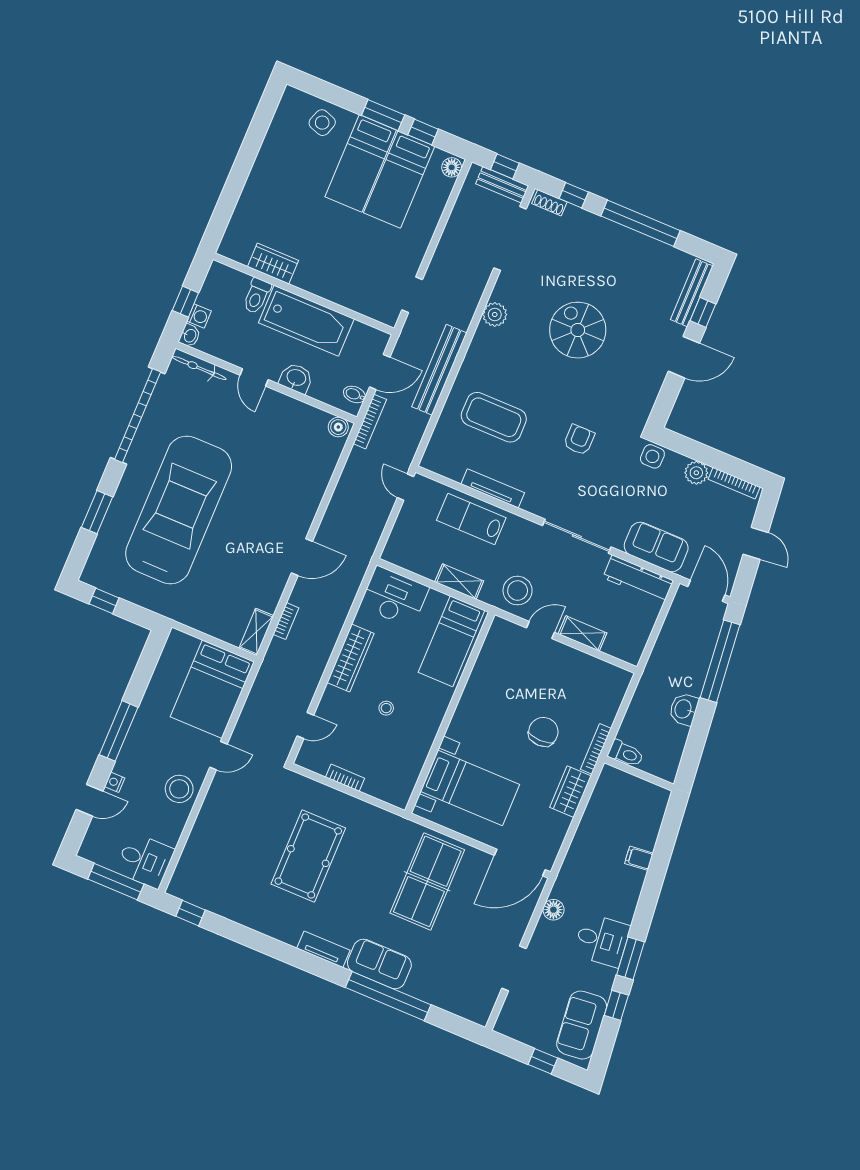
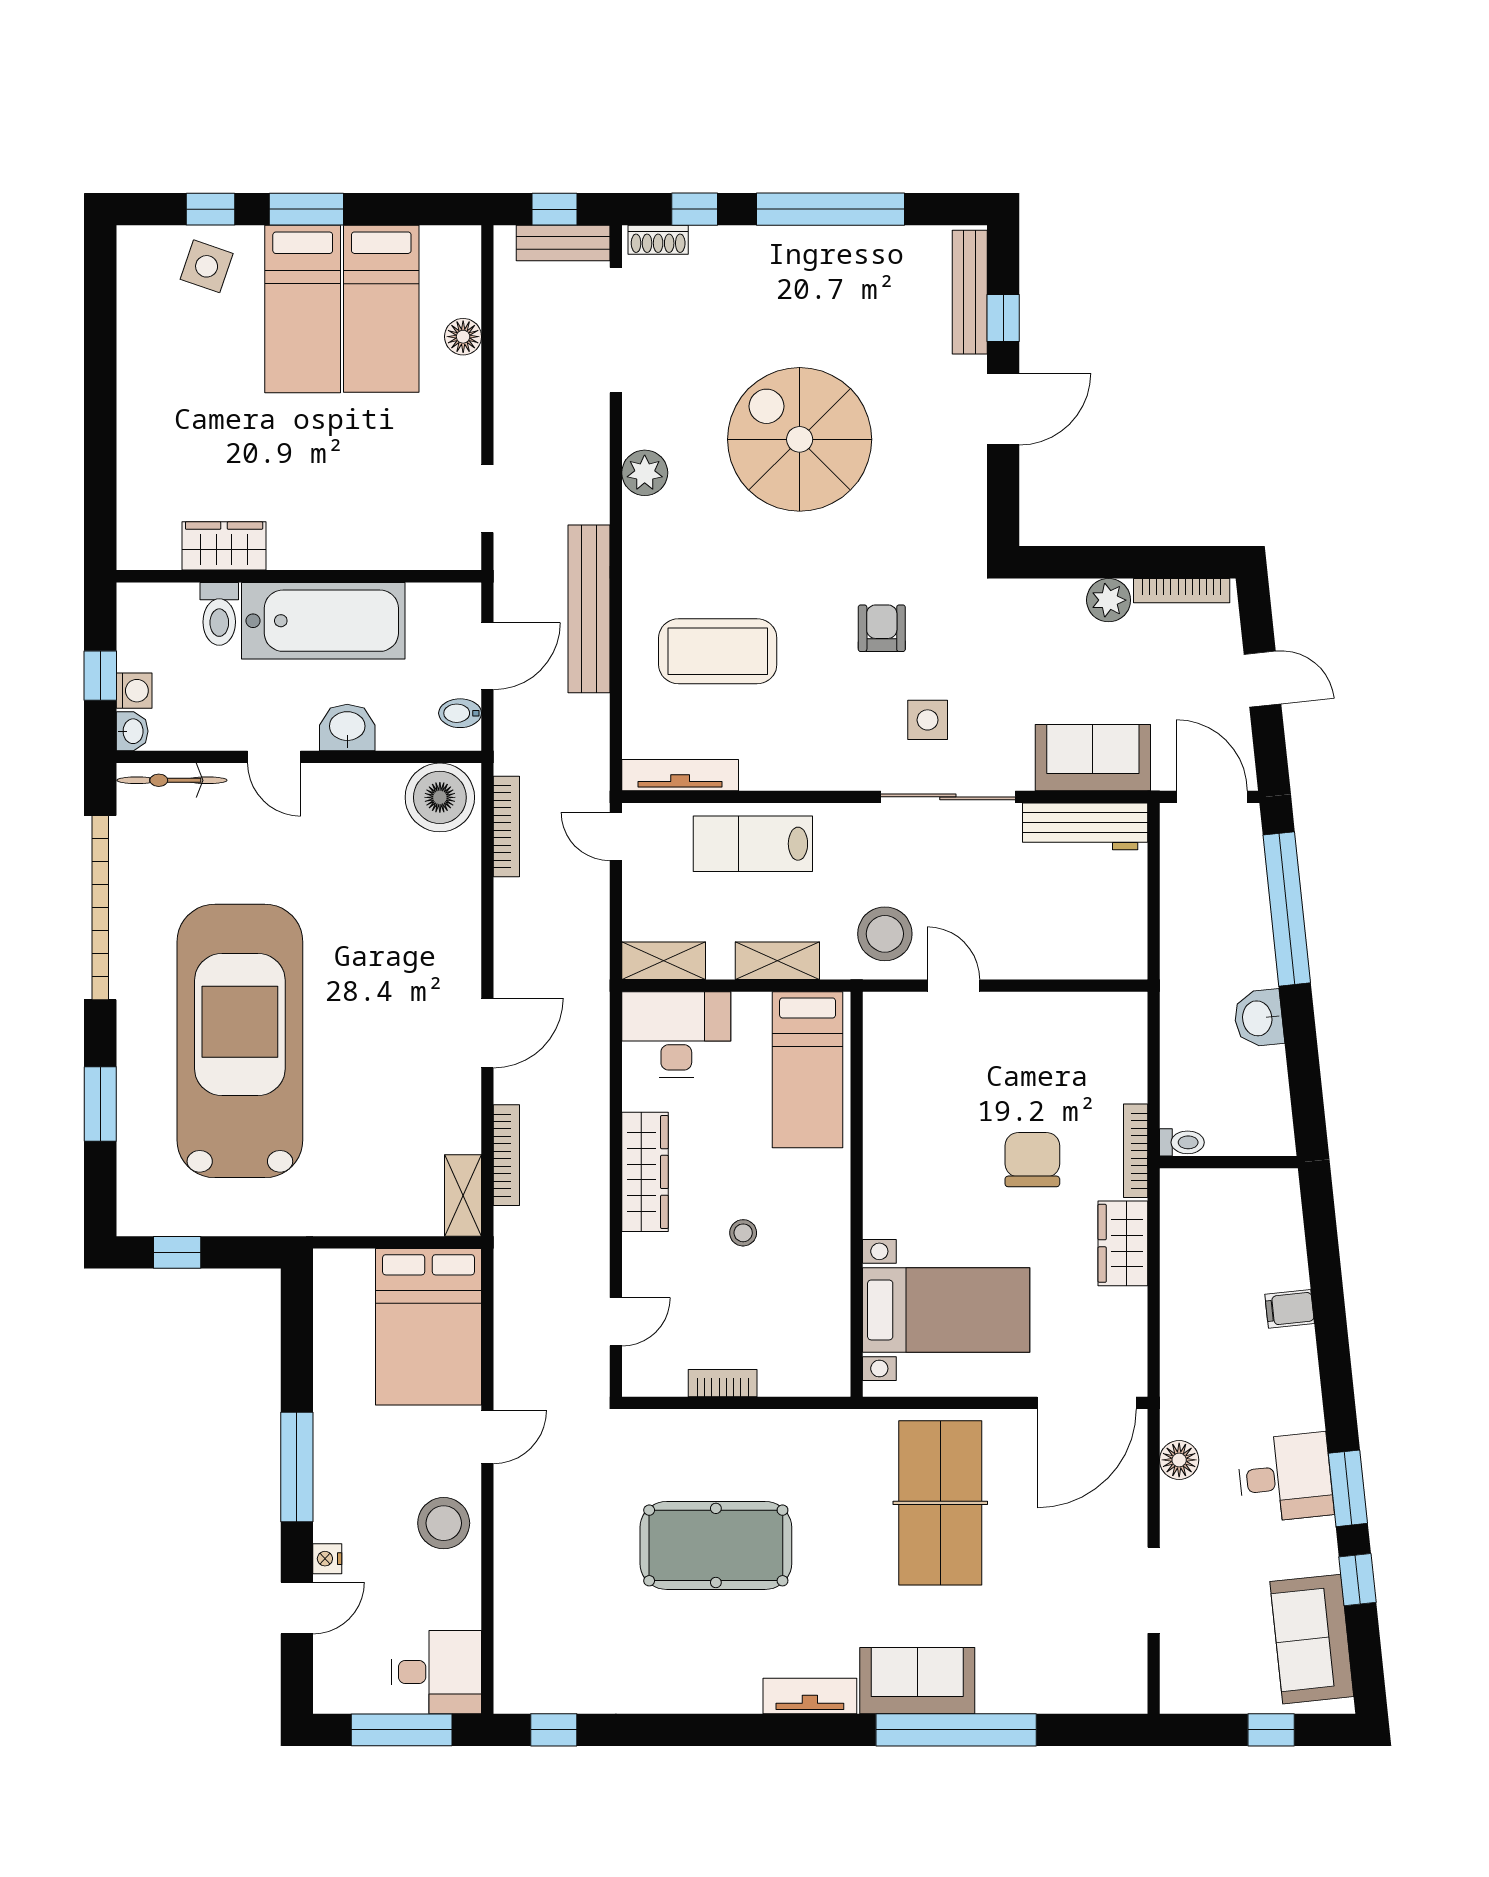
window: (423, 132) -> (210, 209), moved
floor lamp: (452, 167) -> (463, 337), moved
spiral stairs: (578, 330) -> (800, 439), width x1.37, depth x1.37
bookcase: (370, 422) -> (506, 827), moved
boiler: (338, 427) -> (440, 797), width x1.86, depth x1.86
side table: (652, 456) -> (928, 720), moved
tv unit: (493, 488) -> (680, 775), moved
bookcase: (286, 621) -> (506, 1155), width x1.56
door: (541, 630) -> (953, 986), hinge flipped
shelving: (583, 633) -> (664, 961), moved
toilet: (626, 754) -> (1182, 1142), width x0.73, depth x0.72
pool table: (308, 856) -> (716, 1545), turned 90

